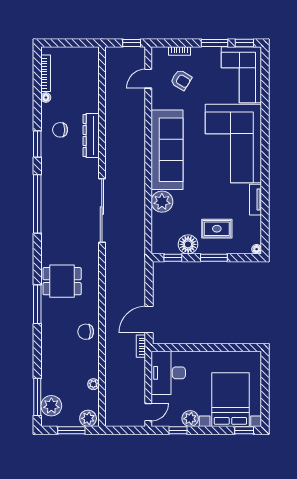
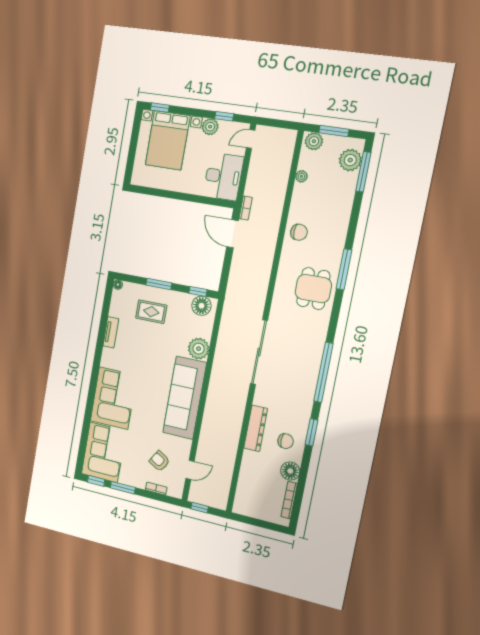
floor lamp: (46, 98) -> (290, 471), width x1.89, depth x1.89
corner sofa: (233, 143) -> (113, 398), width x0.73, depth x0.74
floor lamp: (188, 244) -> (201, 306), moved
dining table: (62, 281) -> (313, 289), turned 90
door: (149, 320) -> (233, 234), swing flipped

